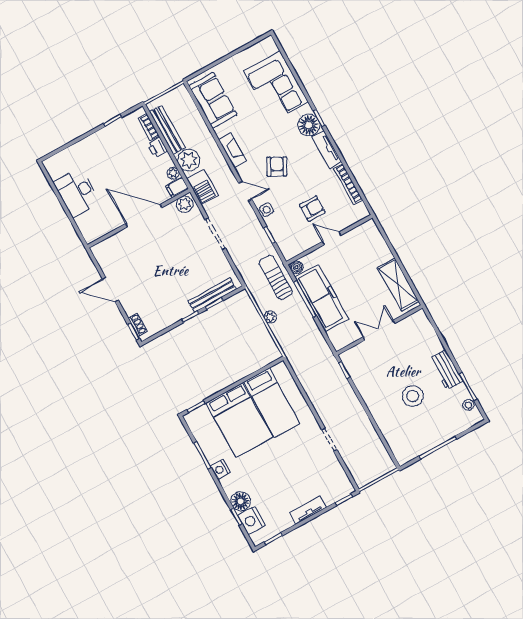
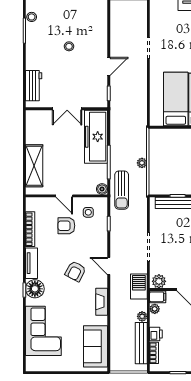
plant: (189, 160) -> (142, 316), width x0.53, depth x0.53
side table: (267, 210) -> (88, 212), moved
shelving: (398, 285) -> (34, 166), moved
freezer: (322, 298) -> (96, 137), moved
workbench: (446, 370) -> (34, 86), moved
stool: (413, 396) -> (69, 46), width x0.53, depth x0.53
door: (360, 398) -> (109, 66), added

